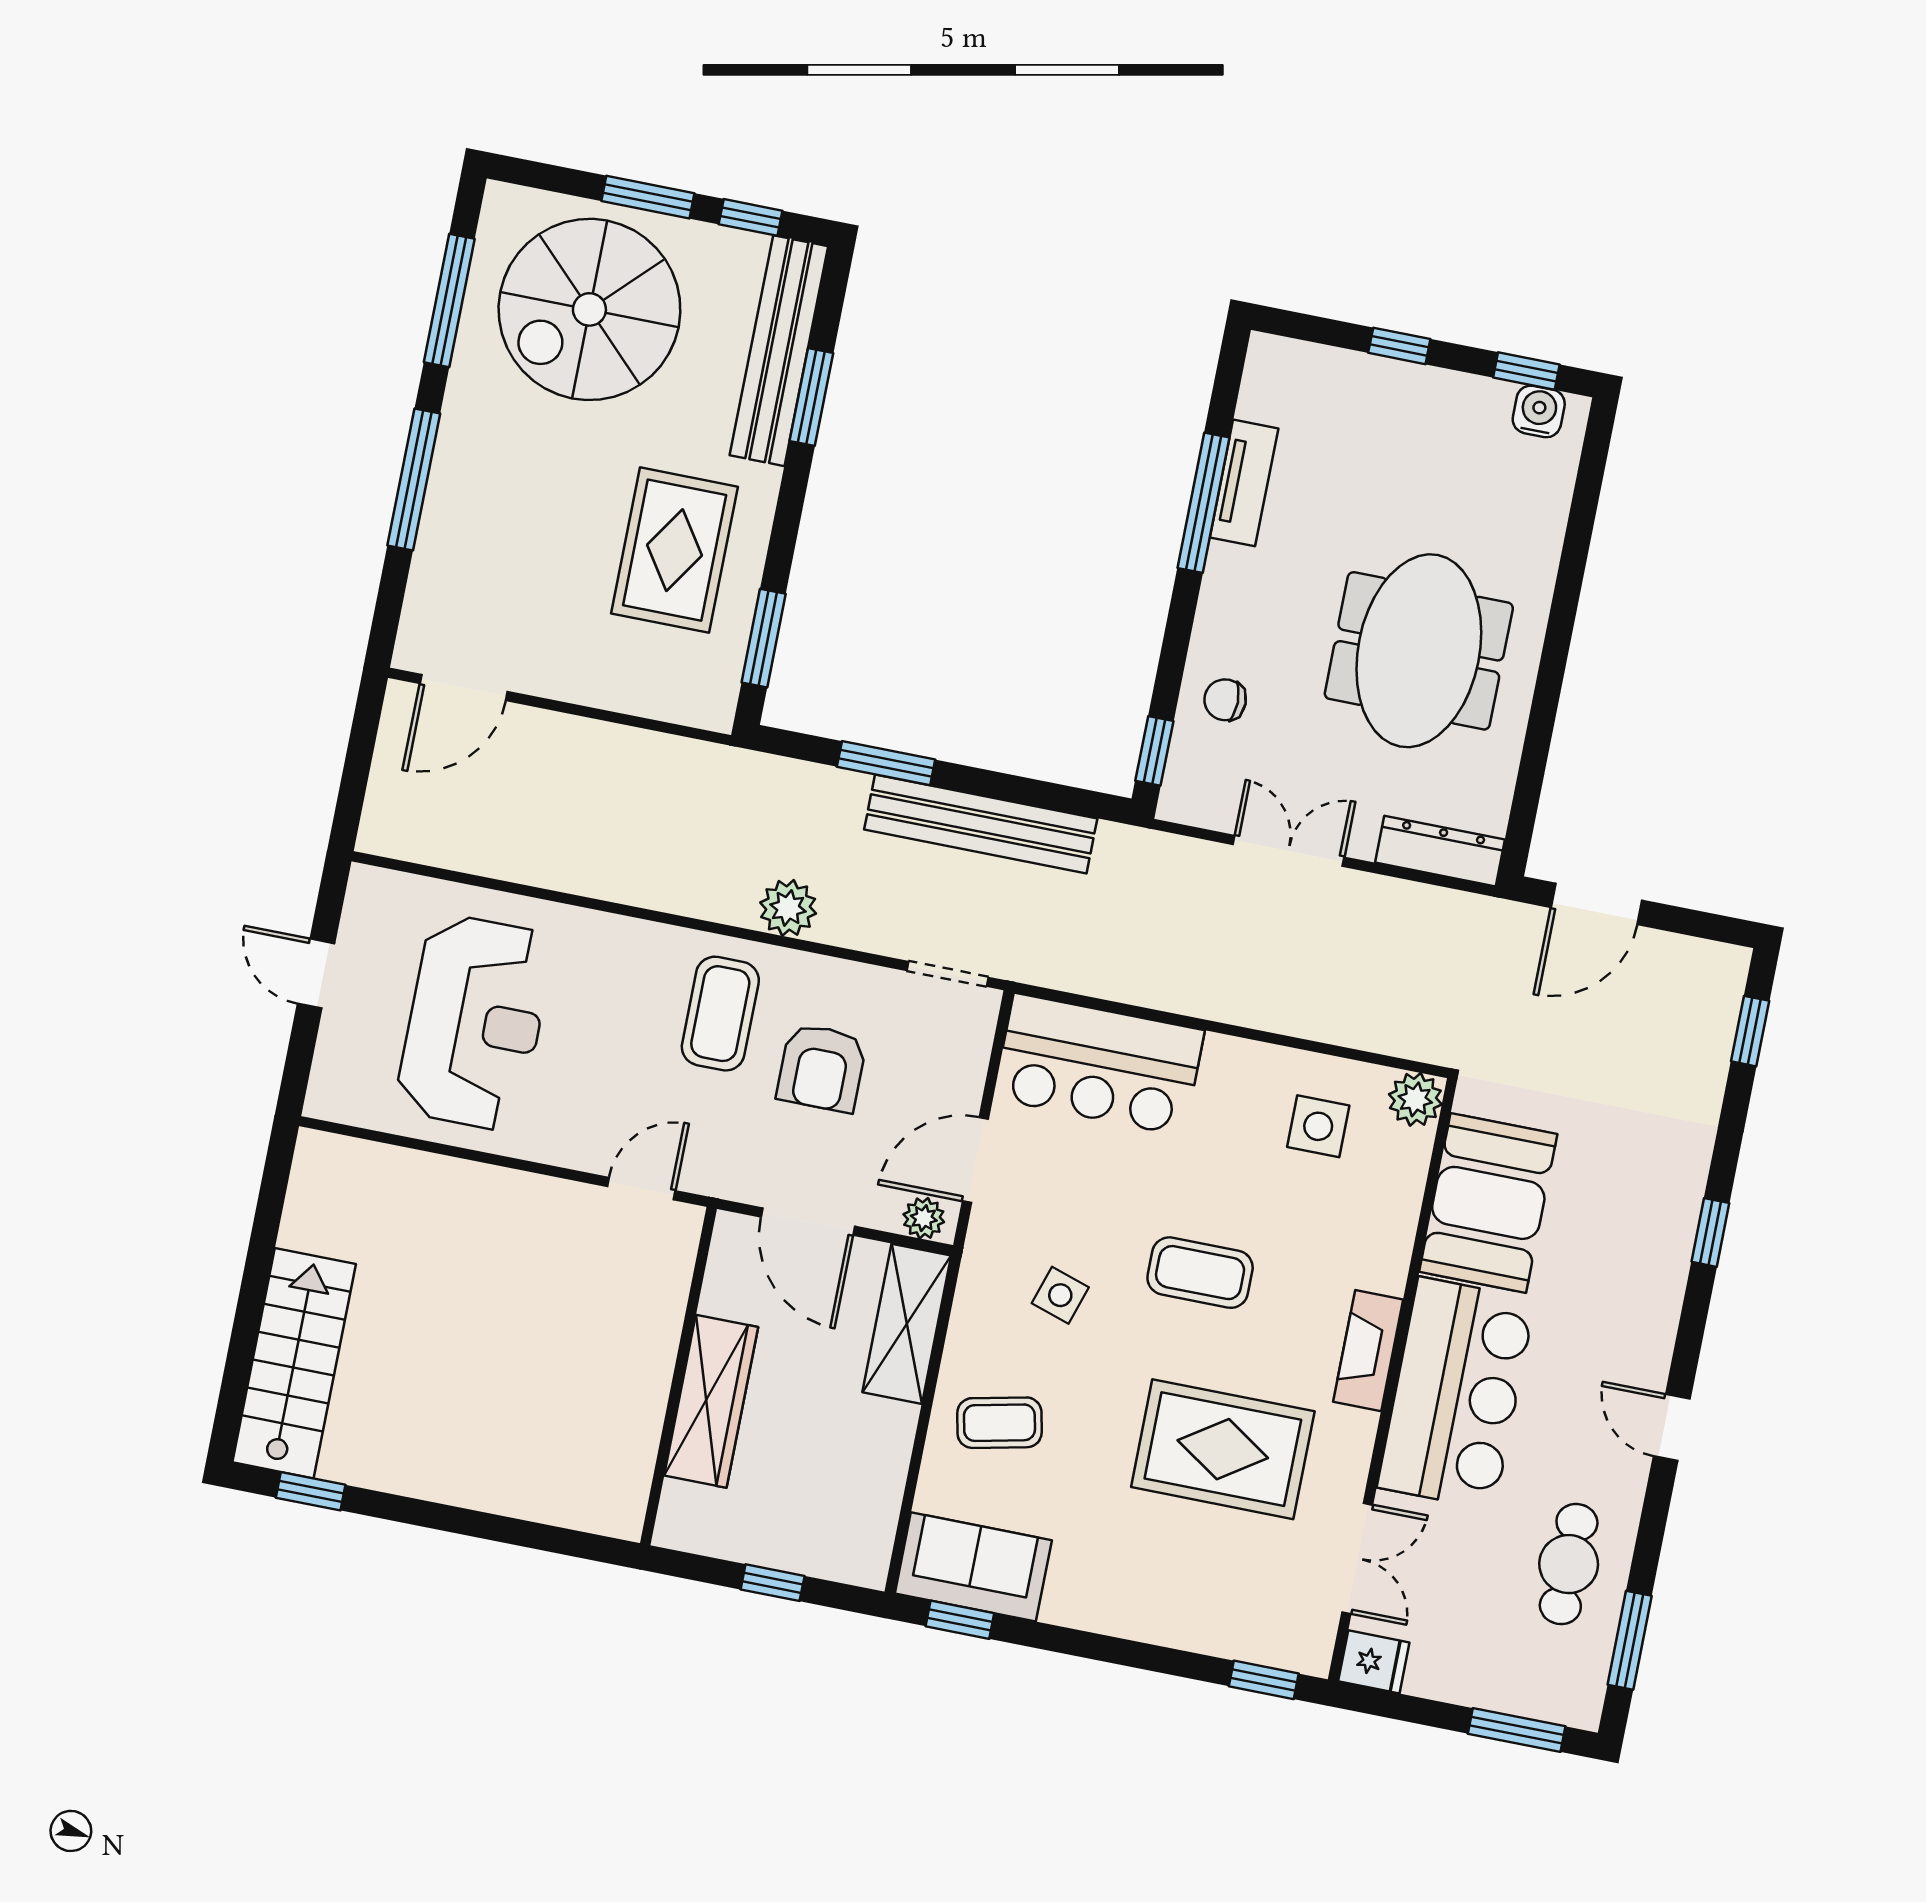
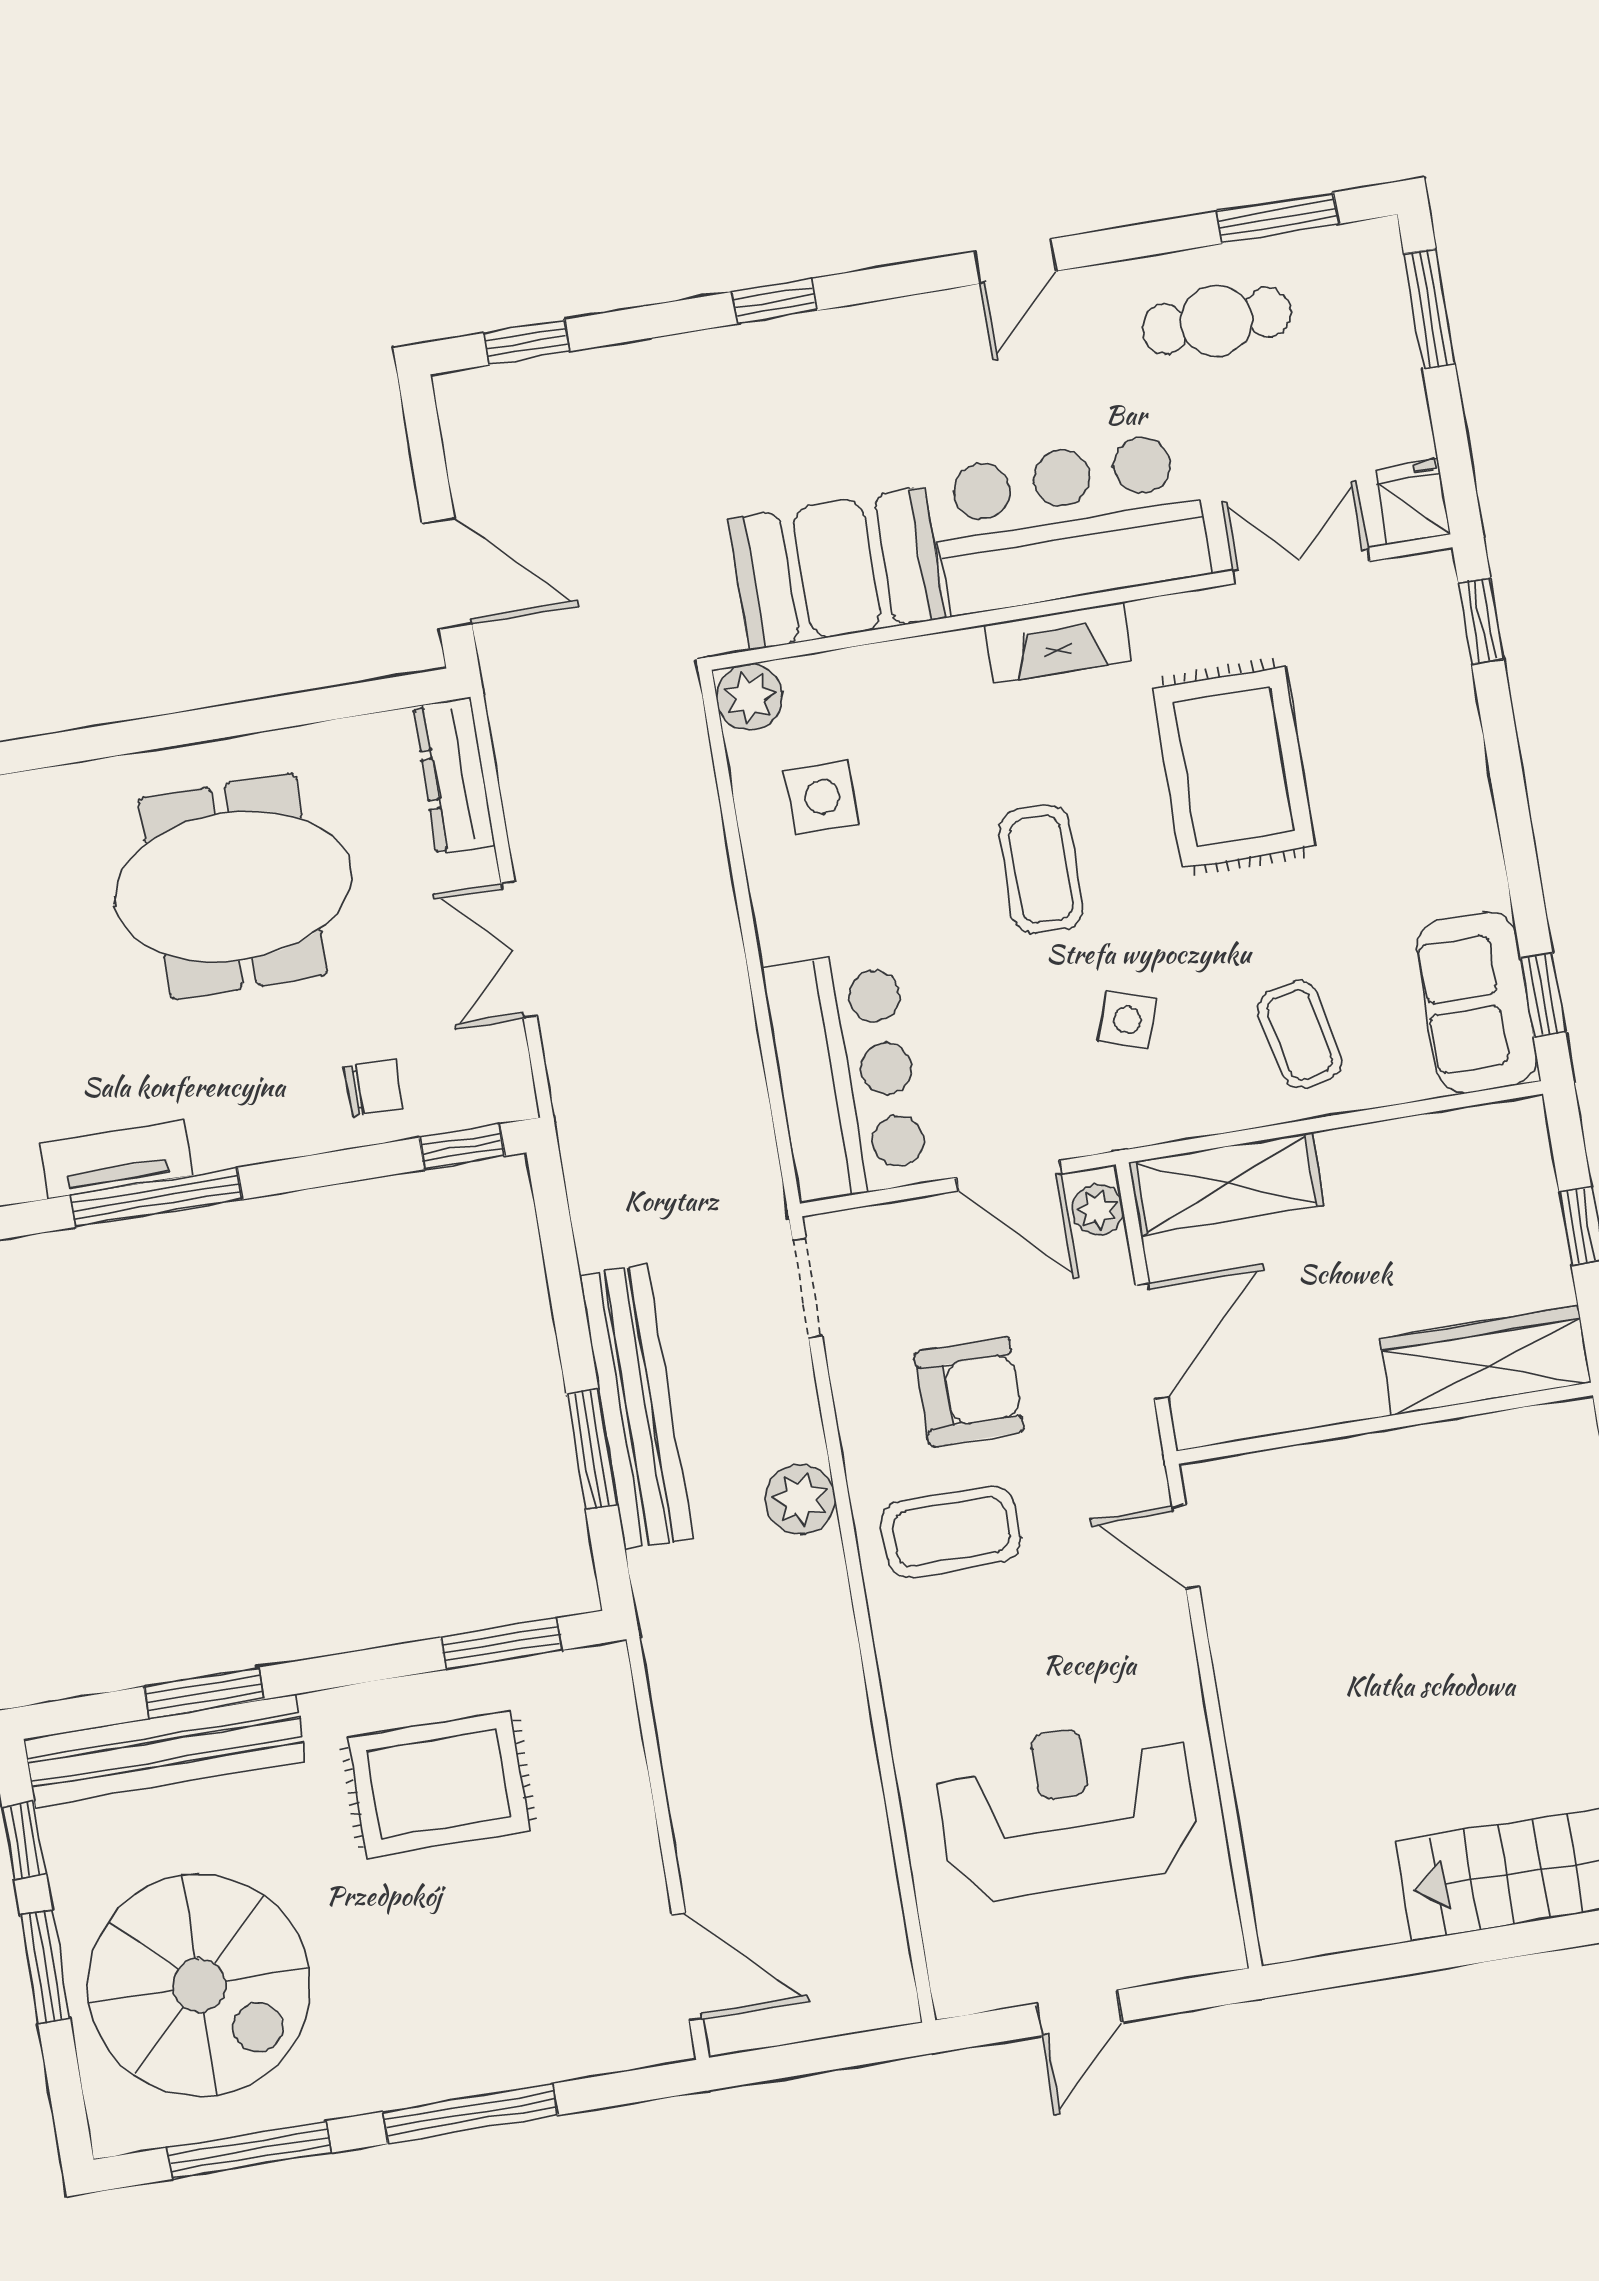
chair: (1225, 700) -> (373, 1088), turned -90
bench: (981, 824) -> (636, 1407), moved
wardrobe: (711, 1401) -> (1485, 1361), moved

